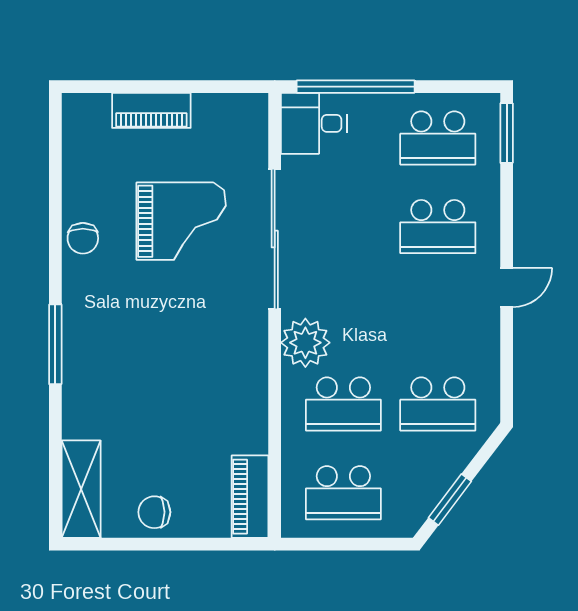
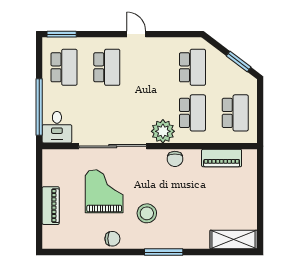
stool: (135, 309) -> (147, 213), added
piano: (250, 497) -> (222, 158), moved
chair: (154, 512) -> (175, 159), moved

